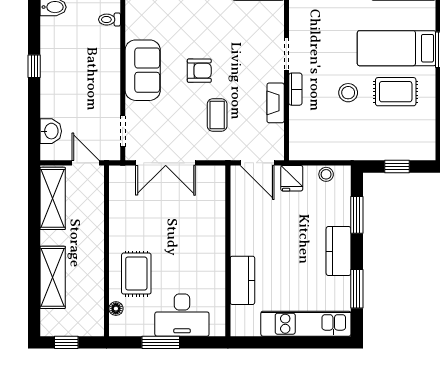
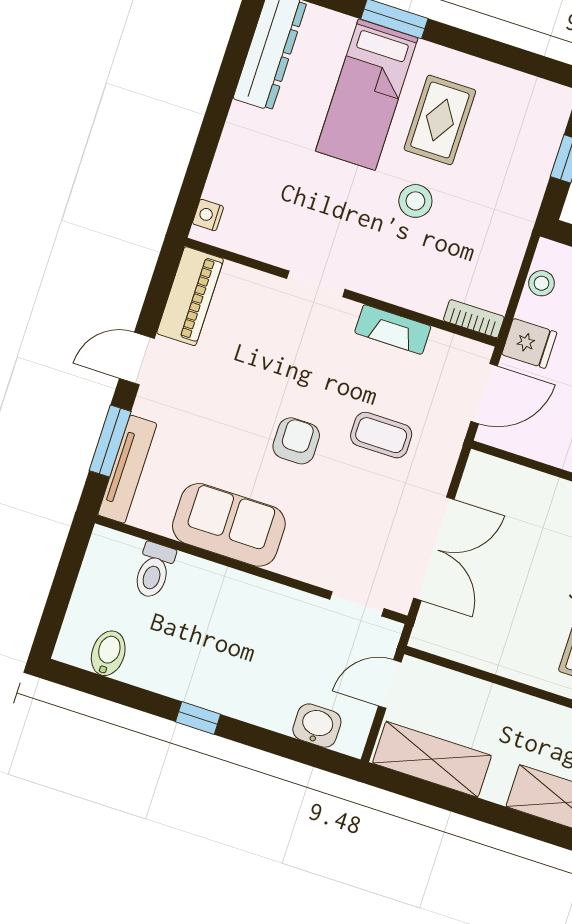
toilet: (109, 20) -> (154, 570), width x1.37, depth x1.39
sofa: (143, 70) -> (229, 525), moved
bookcase: (295, 89) -> (474, 319), moved

